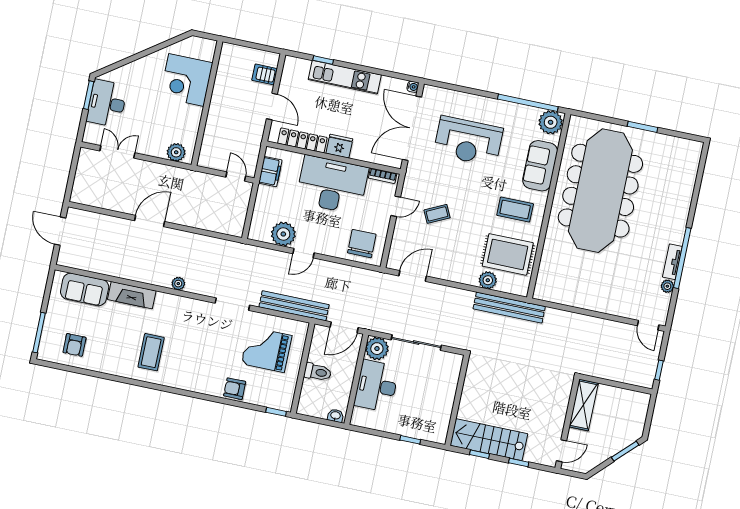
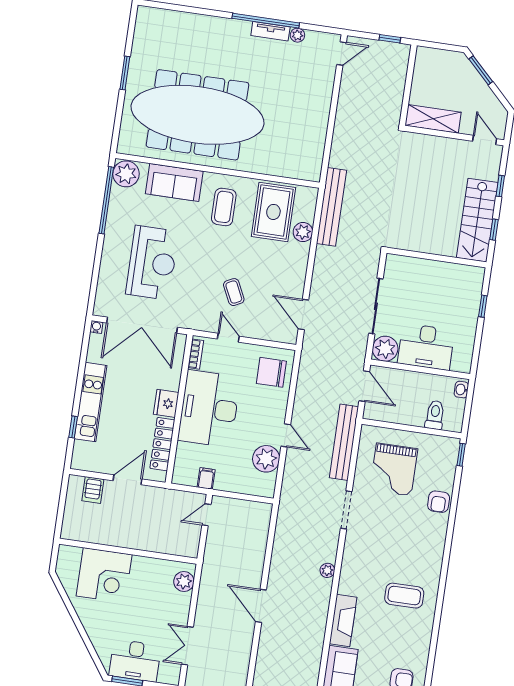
filing cabinet: (270, 172) -> (206, 478), width x0.50
toilet: (318, 372) -> (435, 415), moved

